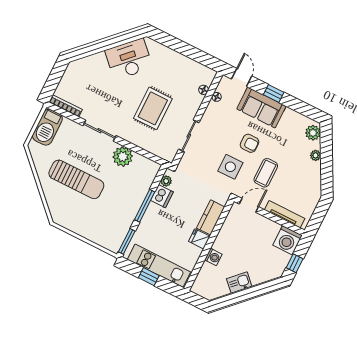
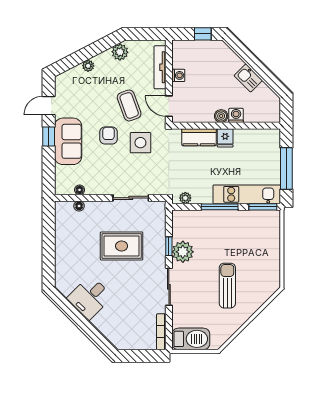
desk: (129, 59) -> (90, 297), width x0.73
door: (242, 77) -> (49, 106), moved
plant: (313, 133) -> (120, 52), moved
window: (133, 147) -> (169, 246), added
coffee table: (266, 173) -> (129, 105), turned 70
sun lounger: (76, 179) -> (227, 286), width x0.73, depth x0.75
dishwasher: (162, 196) -> (202, 195), removed
washing machine: (287, 240) -> (178, 75), moved, width x0.53, depth x0.53
boiler: (219, 244) -> (221, 116), added
kitchen unit: (159, 266) -> (247, 194), moved, turned 90
window: (149, 277) -> (286, 168), width x2.17

